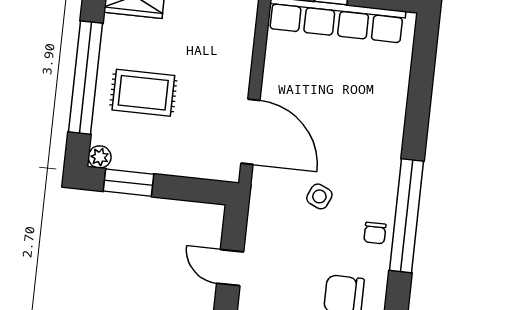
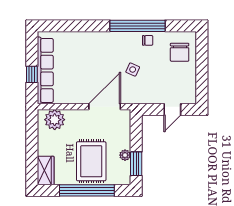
plant: (235, 28) -> (55, 120), added
rug: (143, 93) -> (91, 161), width x1.36, depth x1.43
plant: (100, 157) -> (125, 155), moved

